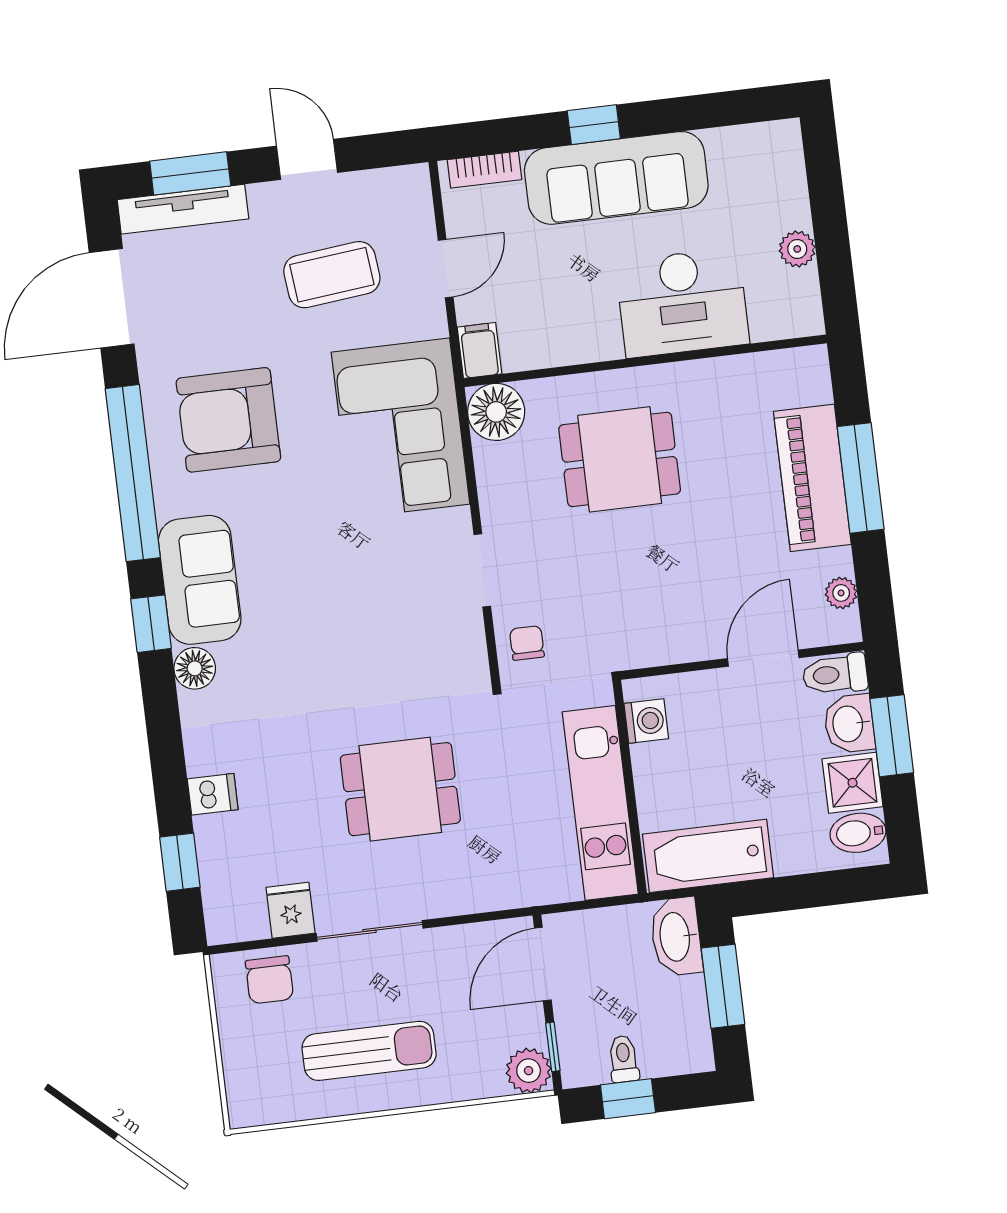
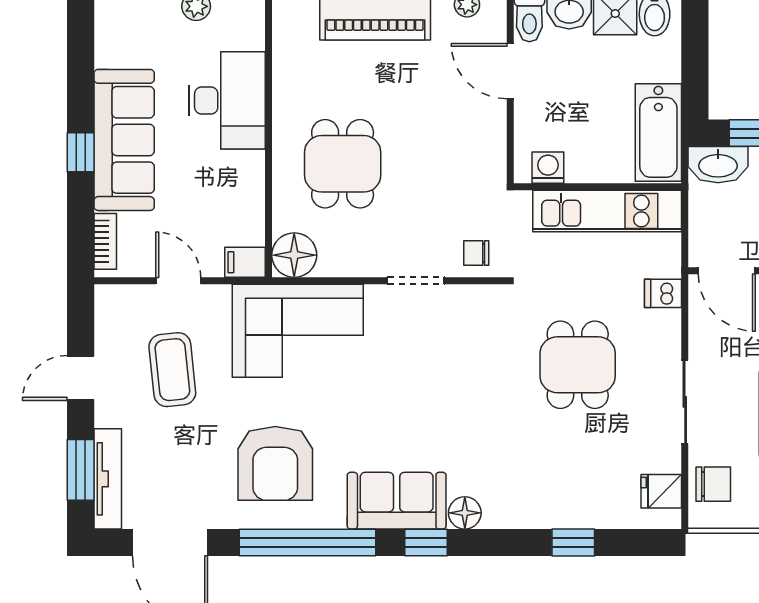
dishwasher: (213, 794) -> (663, 293), moved, turned -90
window: (180, 862) -> (573, 543), moved
fridge: (290, 910) -> (661, 491), moved

